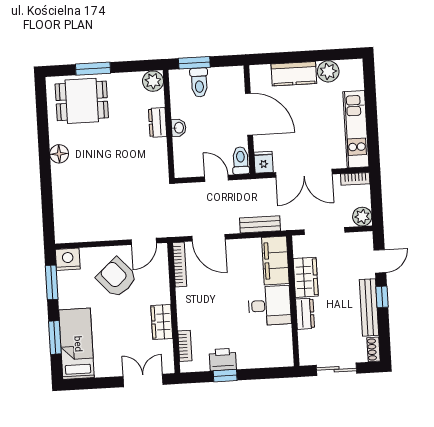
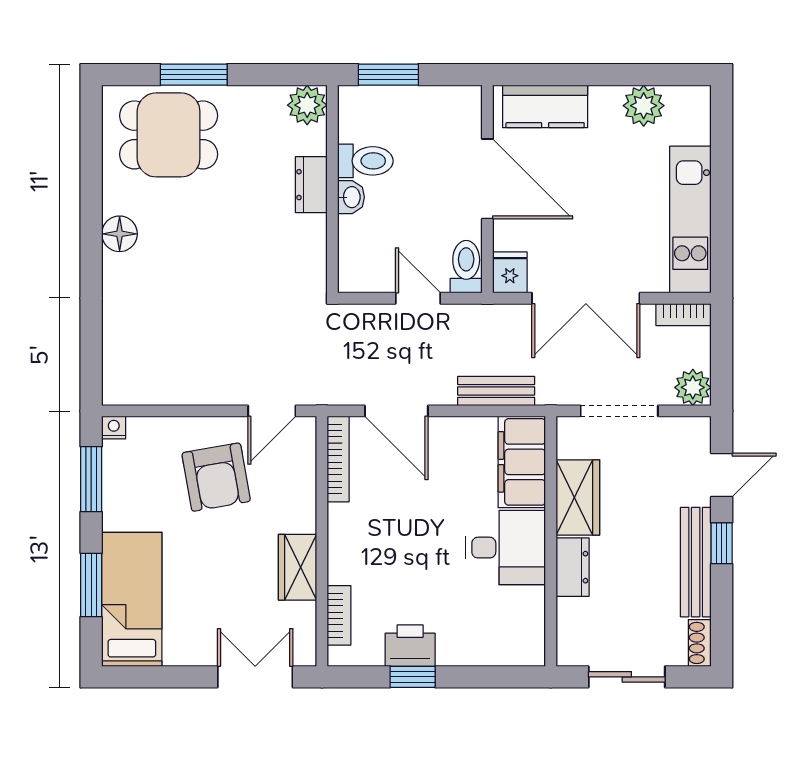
kitchen counter: (294, 74) -> (545, 106), moved
toilet: (199, 83) -> (365, 161), moved, turned -90
nightstand: (68, 259) -> (114, 428), width x0.53, depth x0.56
armchair: (117, 278) -> (216, 477), turned -148

